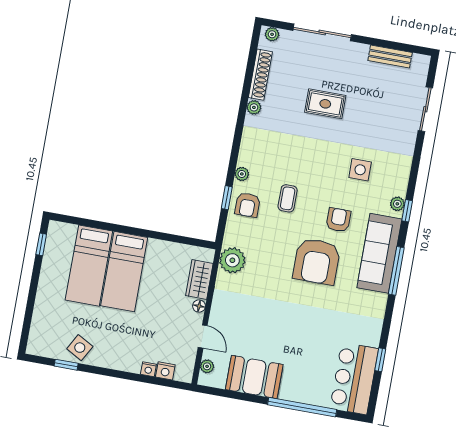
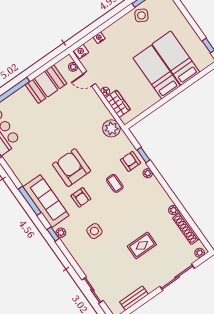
nightstand: (165, 371) -> (81, 52), moved

